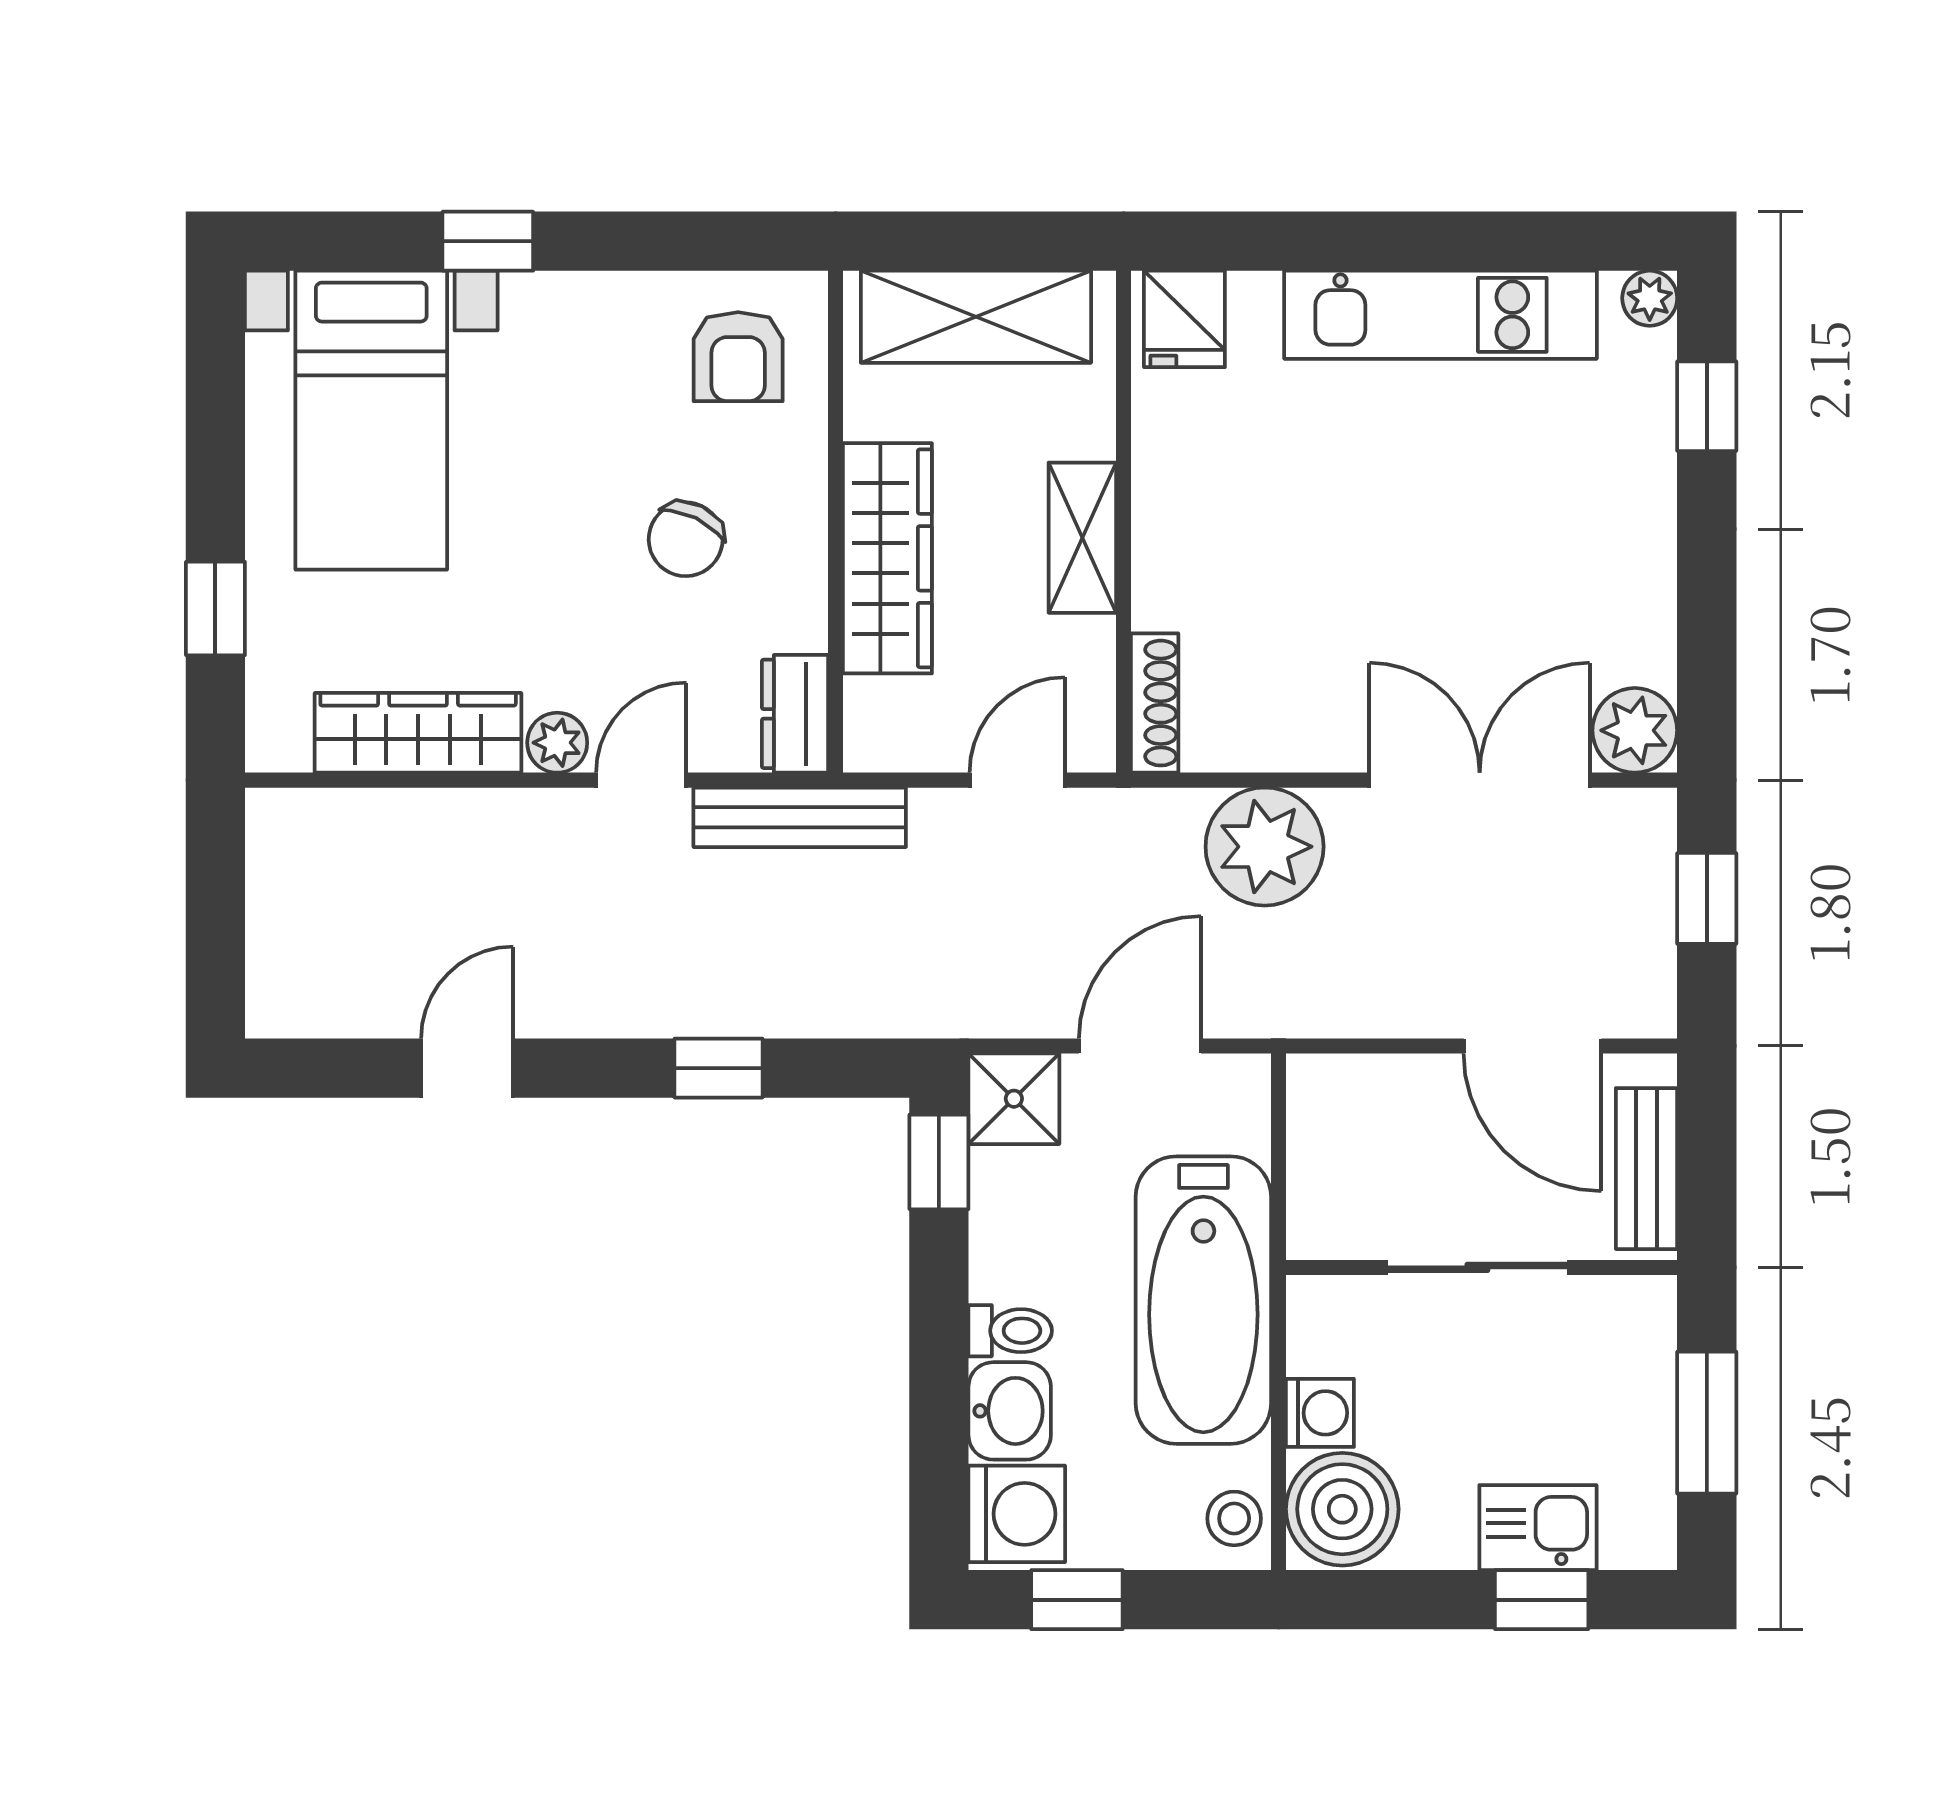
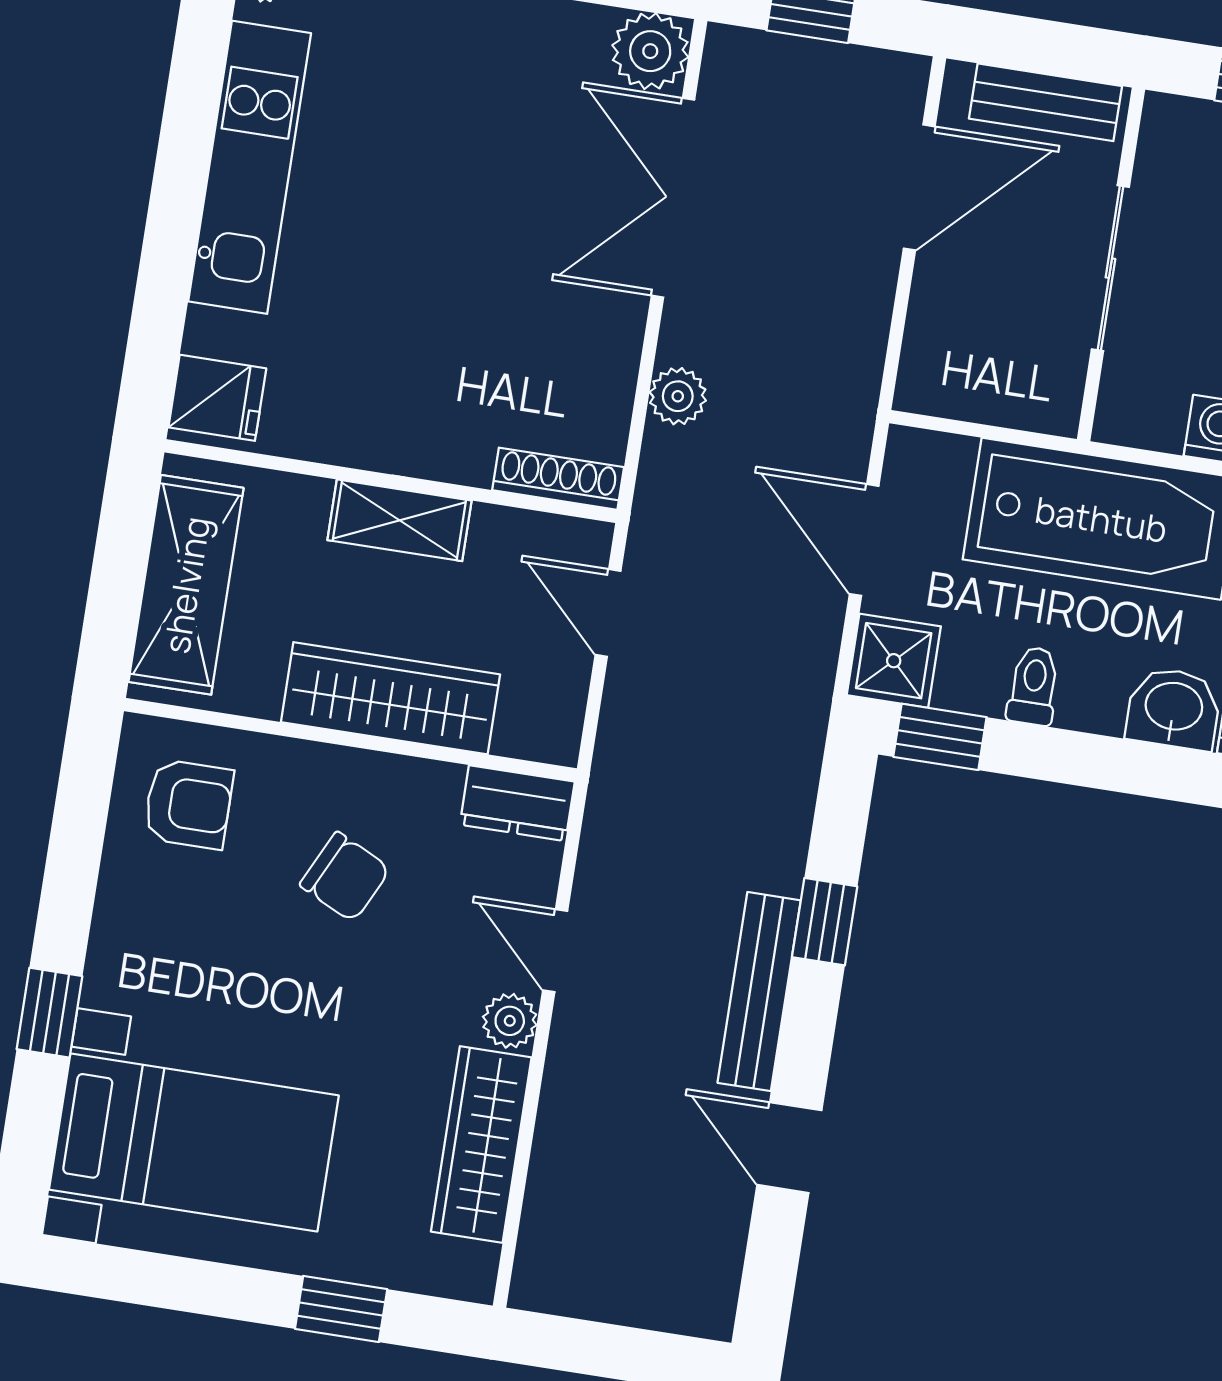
bench: (800, 817) -> (759, 992), moved
plant: (1265, 847) -> (678, 396), width x0.53, depth x0.53
toilet: (1010, 1331) -> (1033, 686), moved

